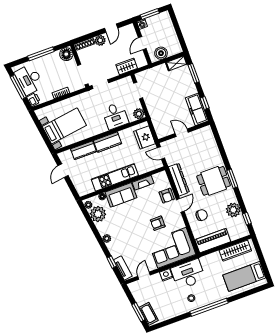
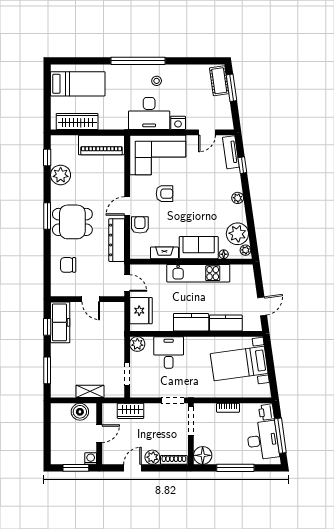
shelving: (177, 63) -> (90, 391), moved
chair: (202, 215) -> (68, 265), moved

